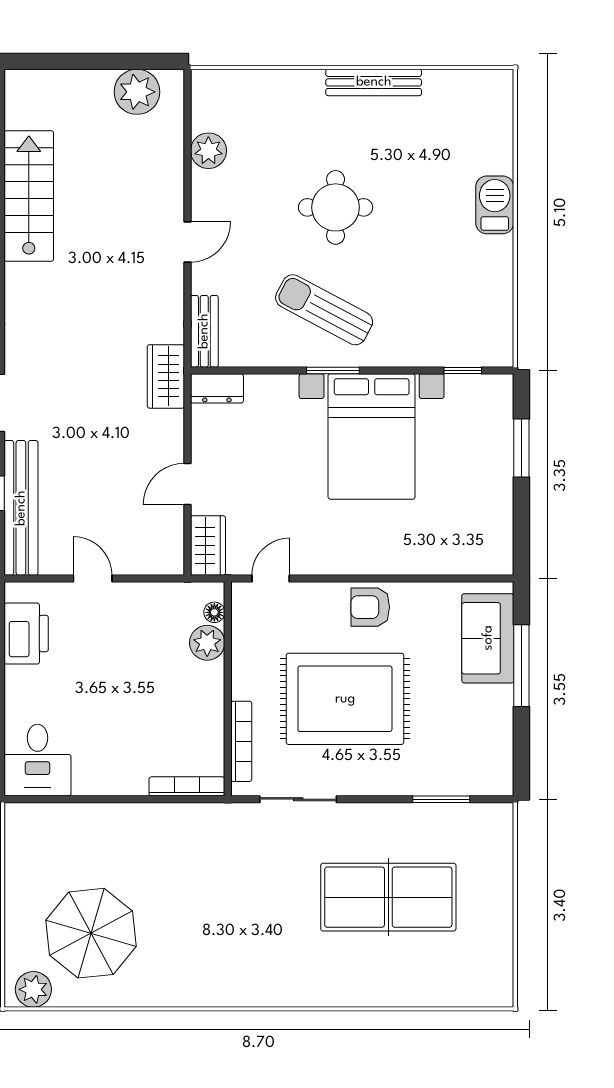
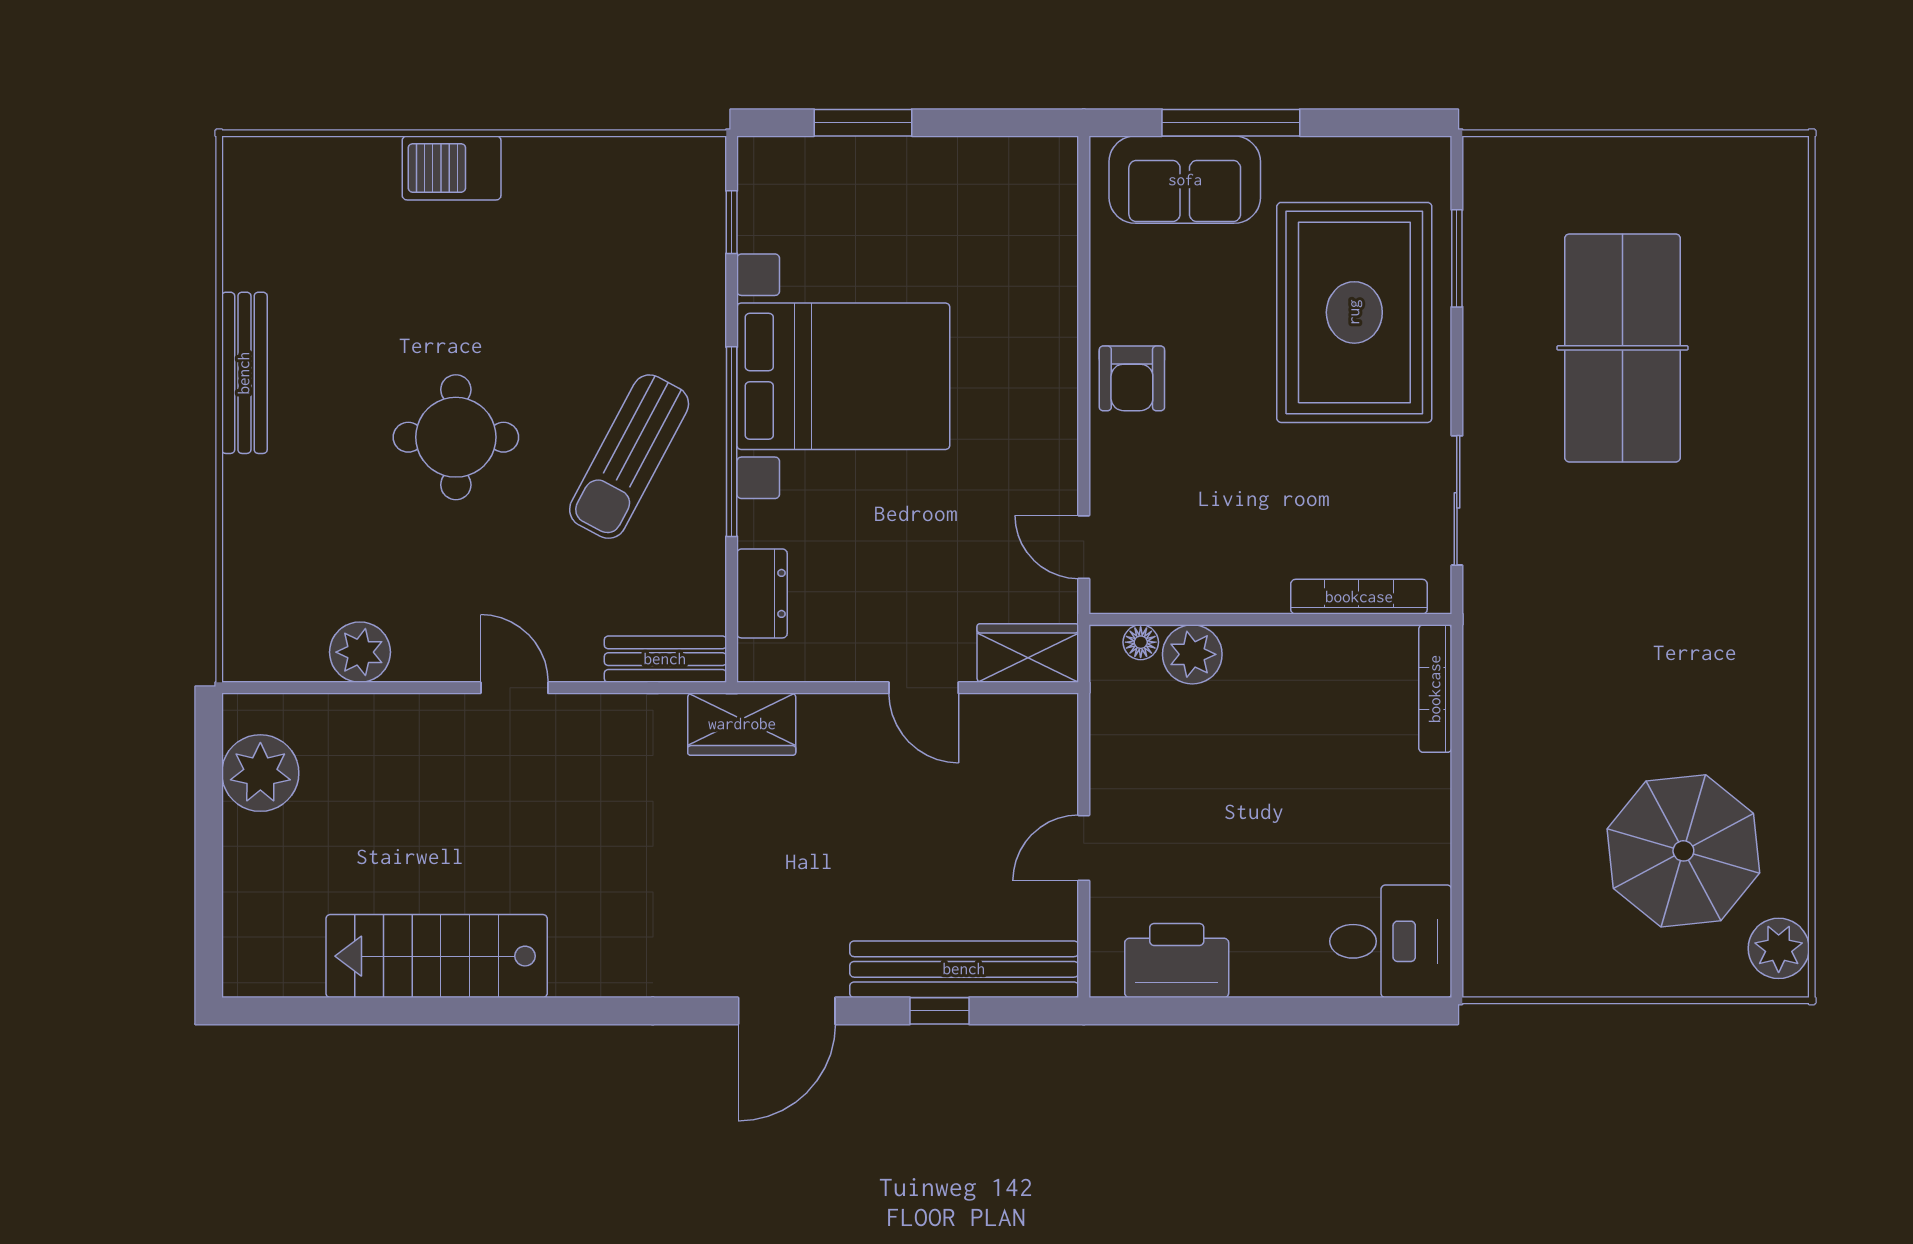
window: (333, 370) -> (732, 442), width x2.11
dresser: (217, 388) -> (762, 593), moved
rug: (345, 699) -> (1354, 312), moved

